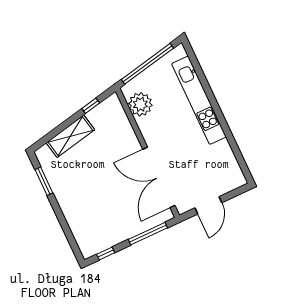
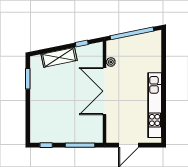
kitchen unit: (199, 100) -> (155, 105), moved
plant: (140, 104) -> (111, 62), width x0.53, depth x0.53
double door: (159, 177) -> (104, 91), moved

